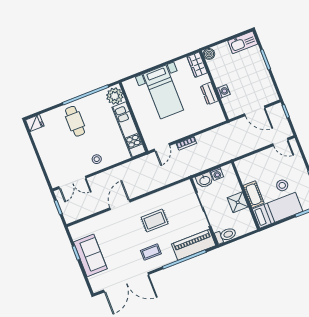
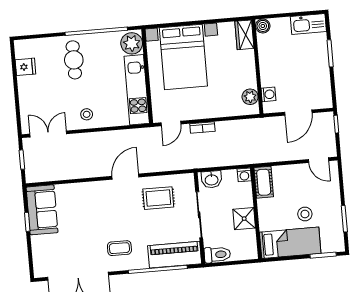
washing machine: (223, 91) -> (268, 94), moved
bed with nightstands: (163, 92) -> (183, 57), width x1.36
dresser: (209, 93) -> (249, 75), removed
plant: (215, 110) -> (250, 97), added
door: (255, 111) -> (298, 113), hinge flipped
fridge: (35, 123) -> (25, 67), moved
washing machine: (217, 174) -> (244, 175), moved
double door: (72, 182) -> (48, 134), swing flipped
cot: (254, 194) -> (264, 182), moved
door: (120, 205) -> (125, 177), moved
rug: (155, 221) -> (158, 198), moved
sofa: (90, 255) -> (42, 210), moved

